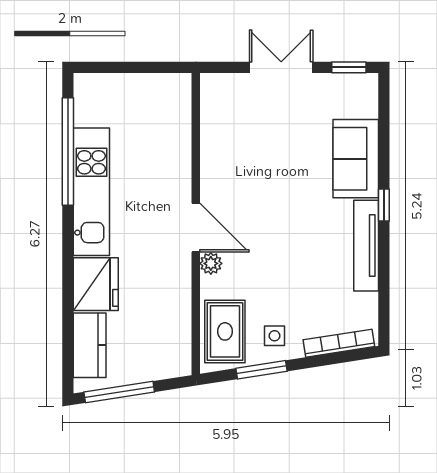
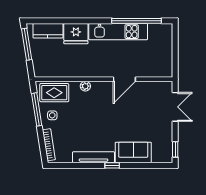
double door: (281, 67) -> (175, 107), moved
door: (196, 228) -> (124, 79), moved
window: (262, 370) -> (37, 109), width x1.44

